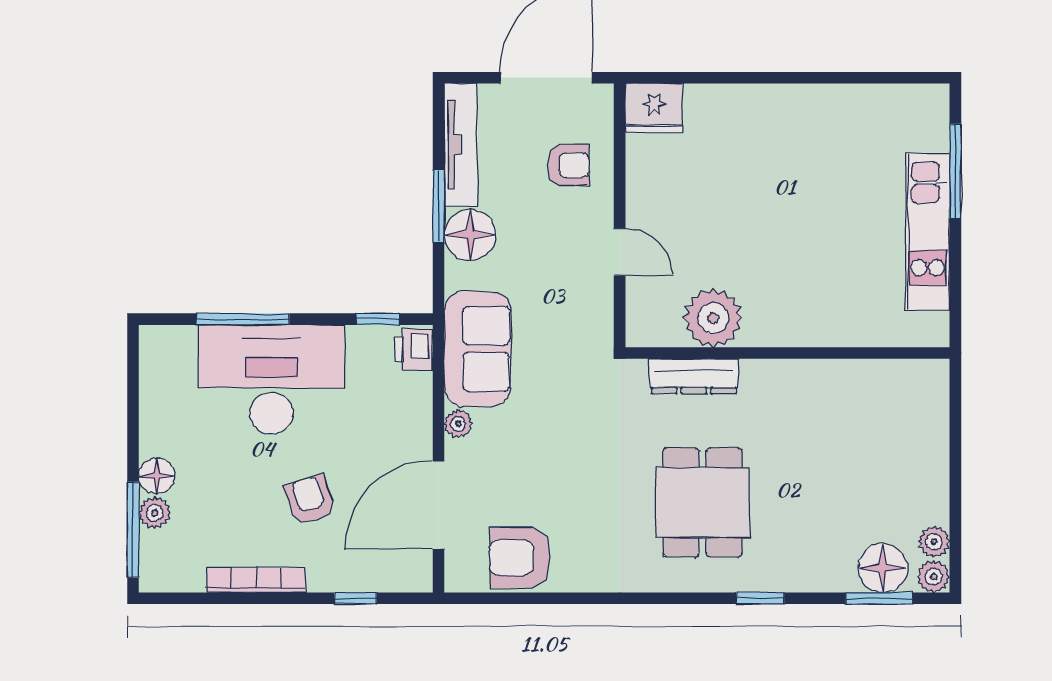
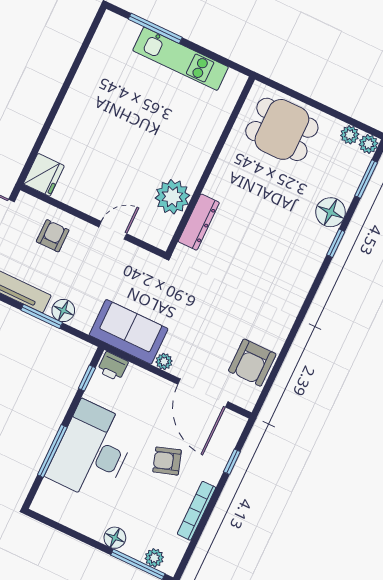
floor lamp: (470, 235) -> (63, 310), width x0.73, depth x0.73
dining table: (703, 503) -> (282, 129), moved
plant: (155, 513) -> (154, 558), moved
floor lamp: (883, 568) -> (330, 212), moved

